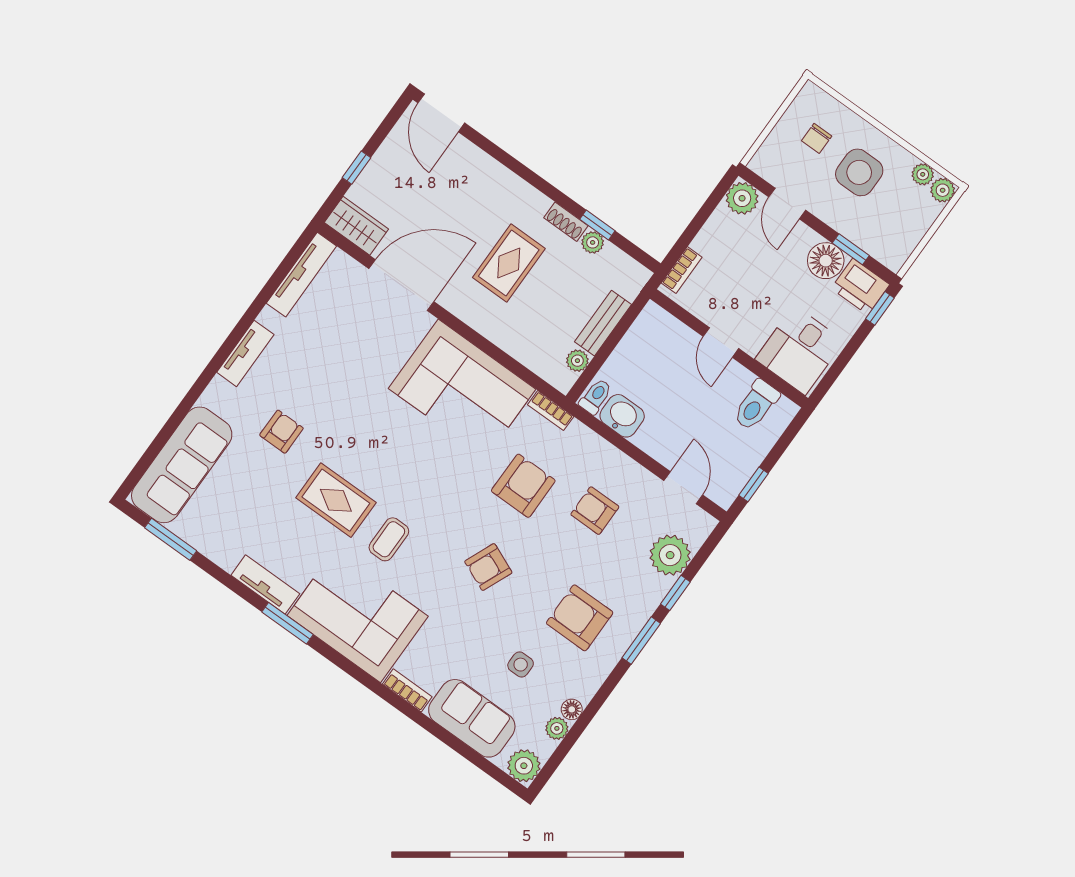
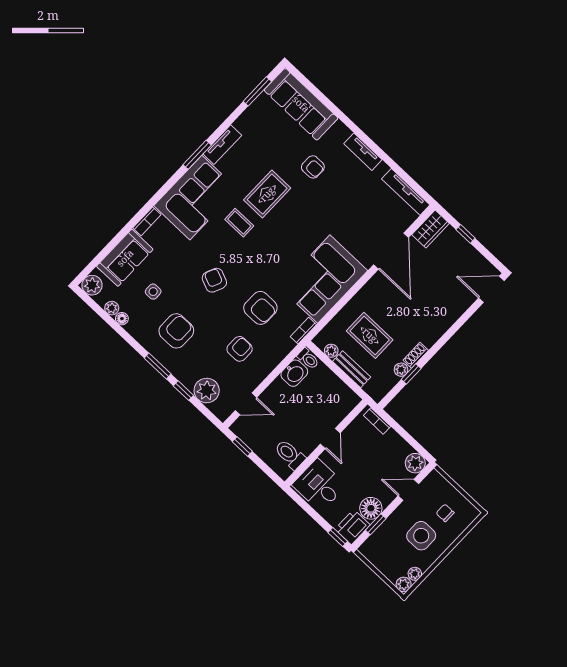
rug: (509, 263) -> (370, 335), moved
door: (721, 342) -> (330, 439), swing flipped

